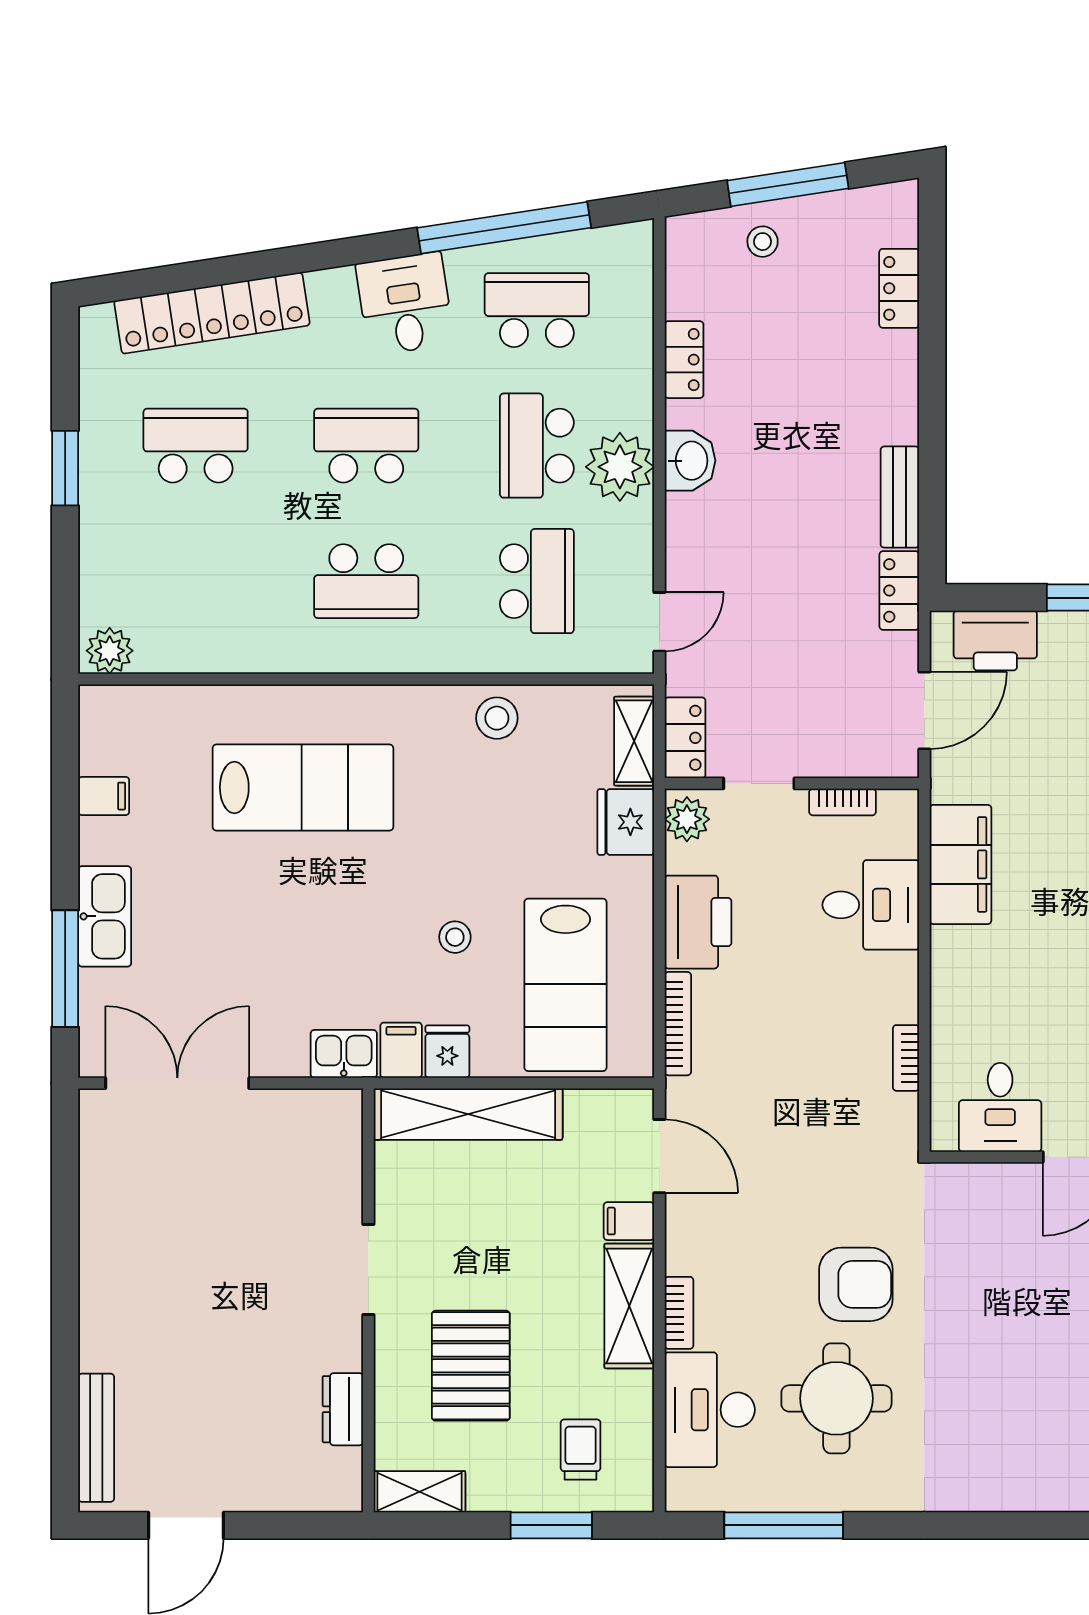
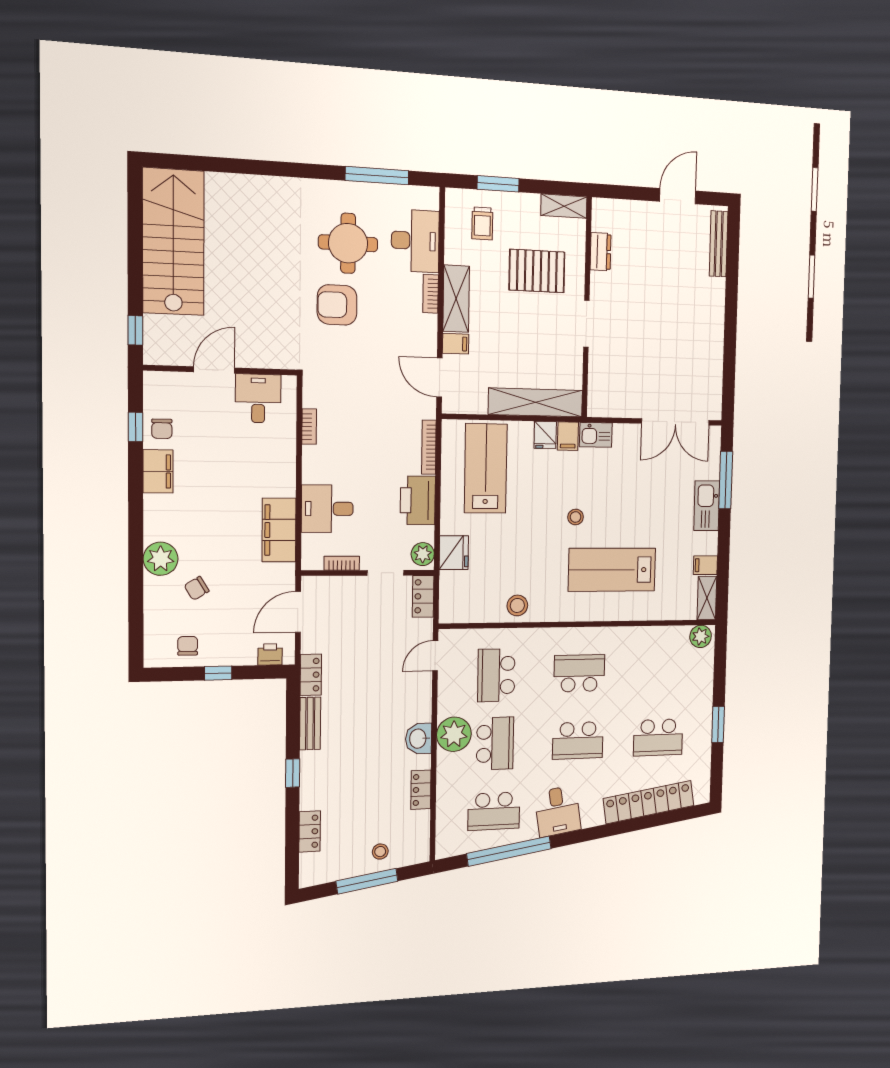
window: (932, 403) -> (293, 773), added
printer: (995, 641) -> (270, 654), width x0.53, depth x0.68
shelving: (634, 741) -> (707, 598), moved
stool: (455, 937) -> (576, 517), moved
pallet: (471, 1366) -> (537, 271), turned 90

